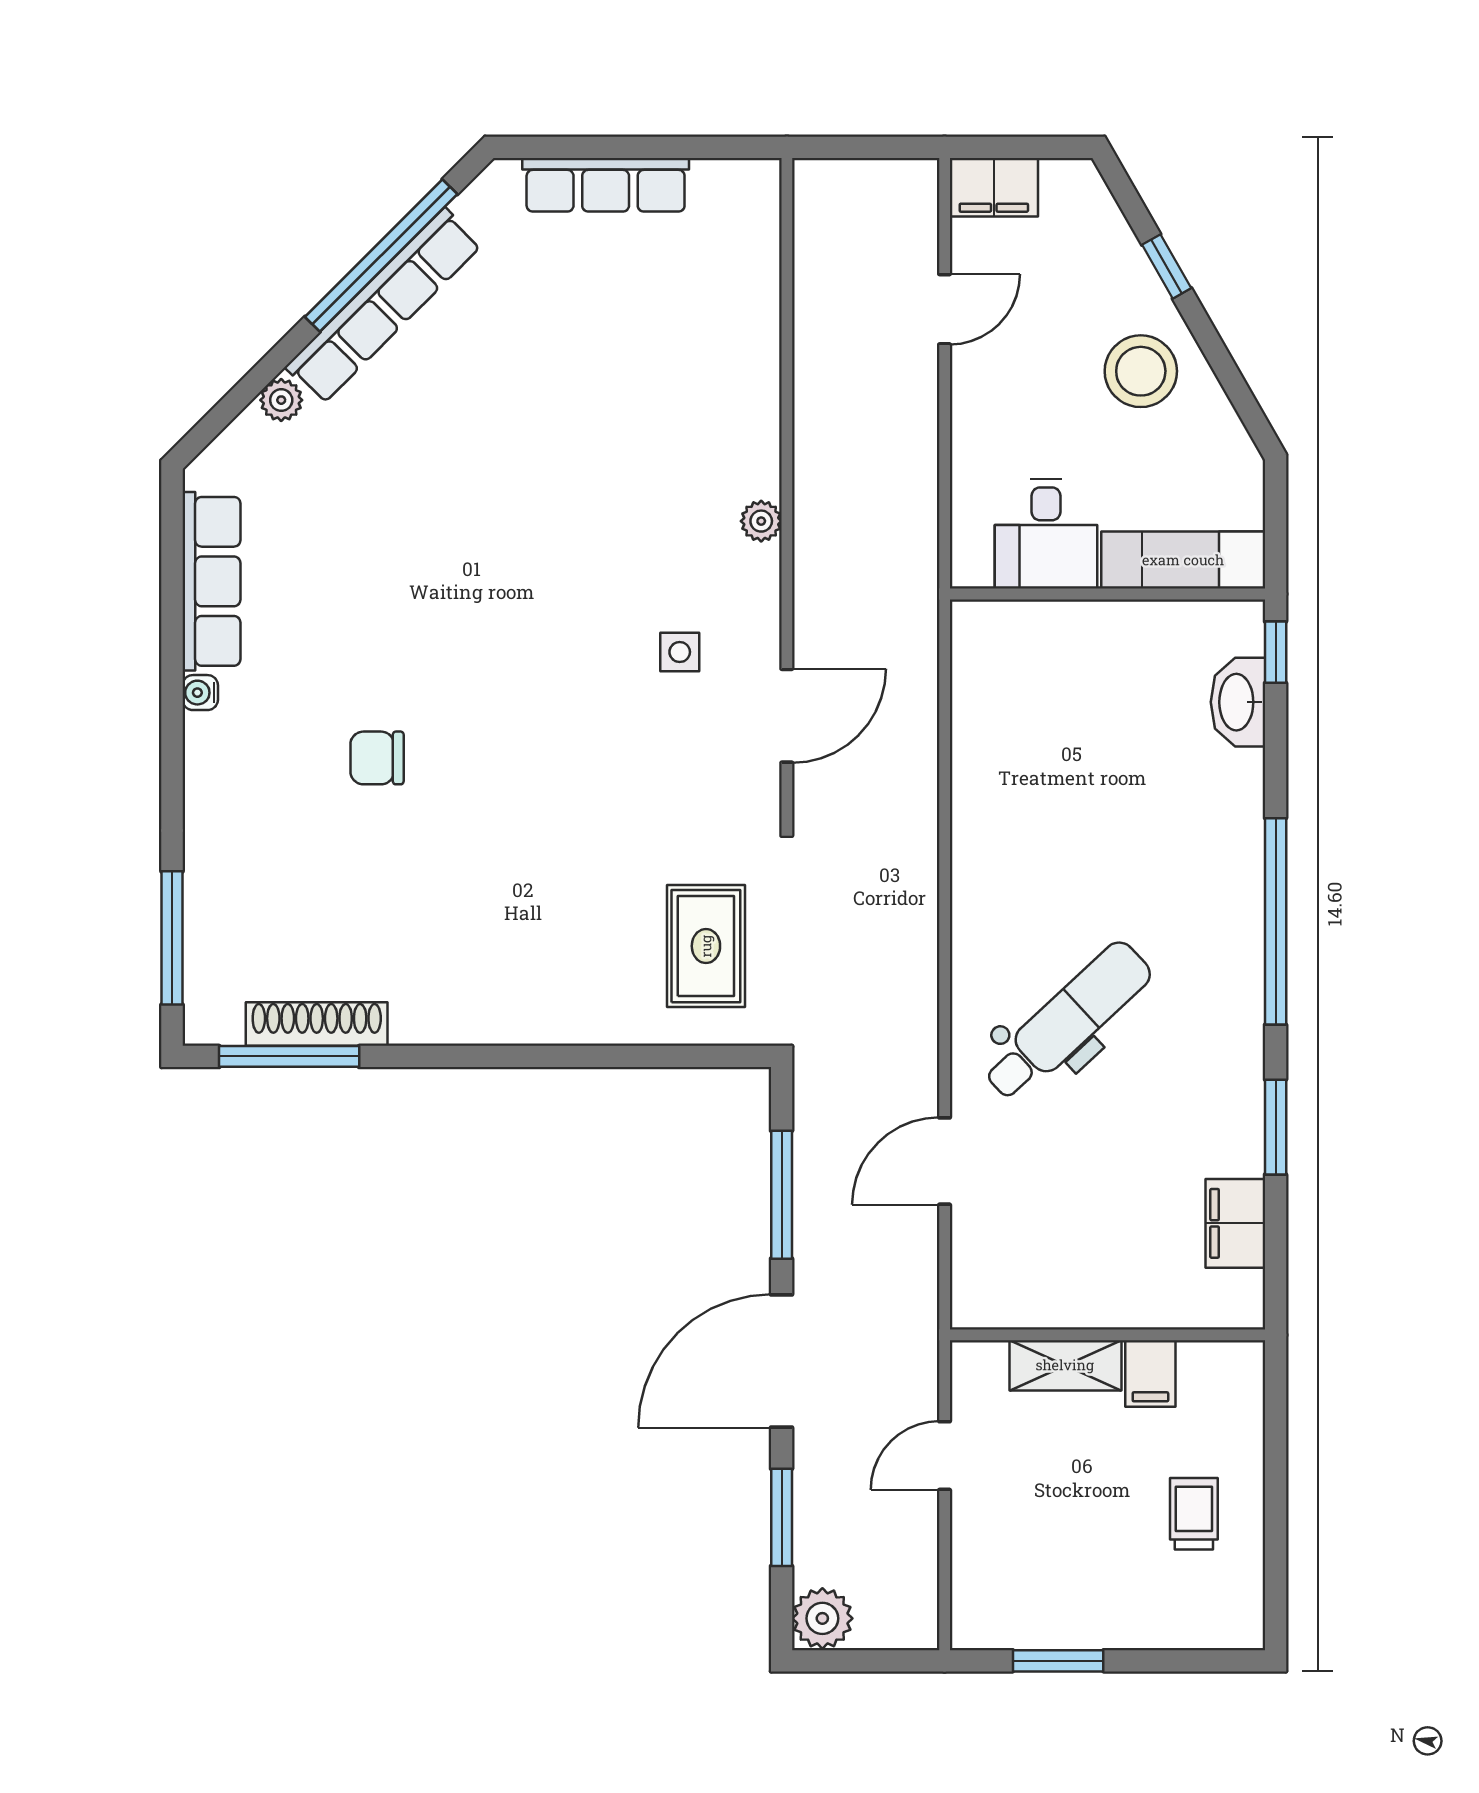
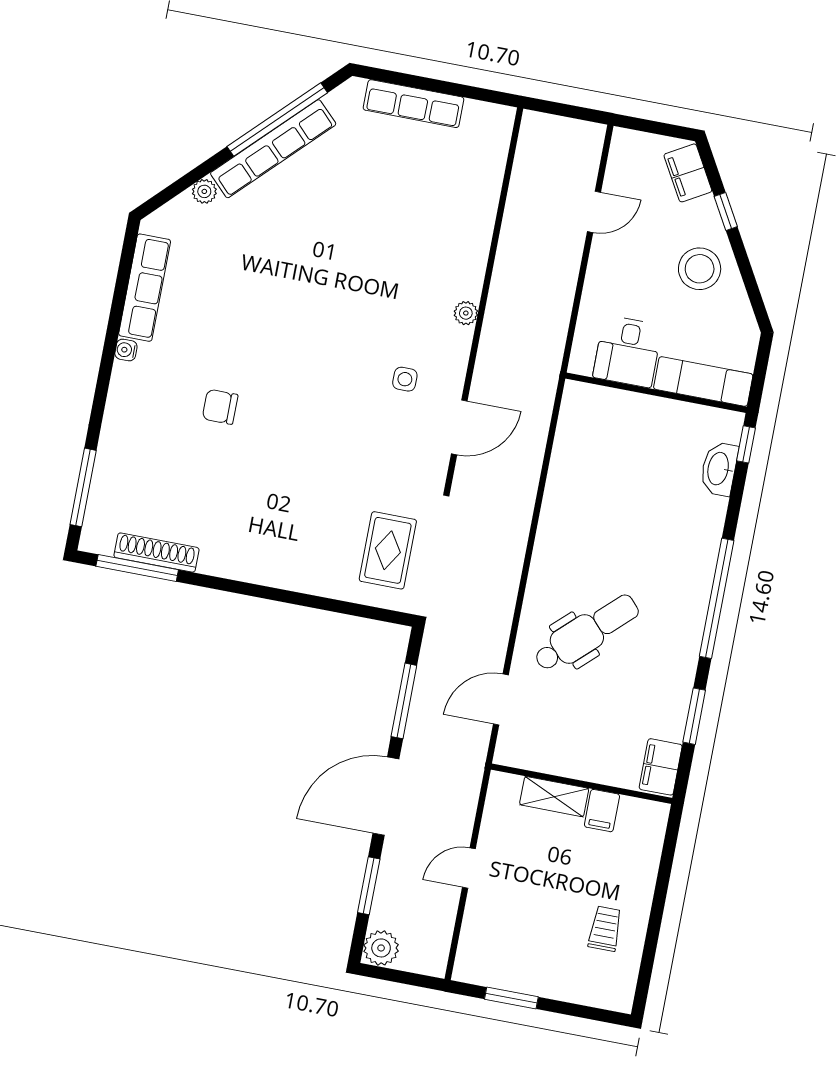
filing cabinet: (994, 187) -> (688, 173), moved, turned 60
wall: (1107, 1335) -> (582, 784), moved
shelving: (1065, 1365) -> (554, 797), moved
filing cabinet: (1150, 1374) -> (602, 811), moved

